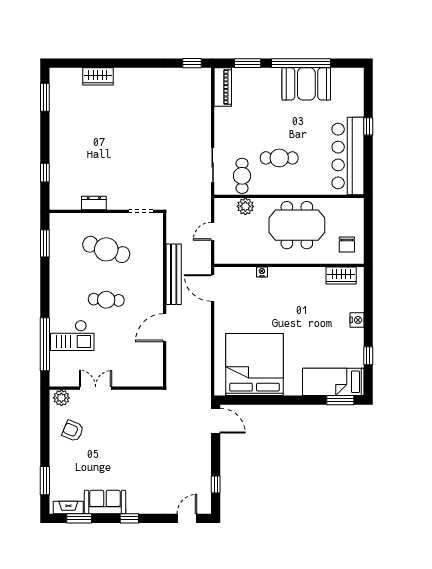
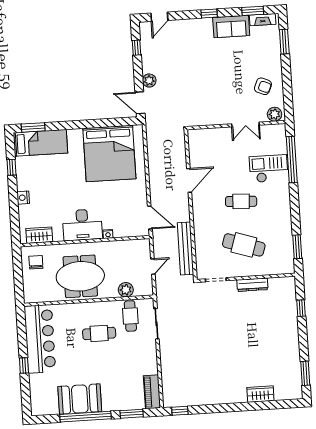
dresser: (94, 203) -> (252, 285), width x1.44
bench: (174, 274) -> (185, 249), moved
desk: (291, 284) -> (82, 225), added
plant: (203, 446) -> (149, 81), added

